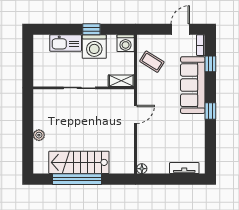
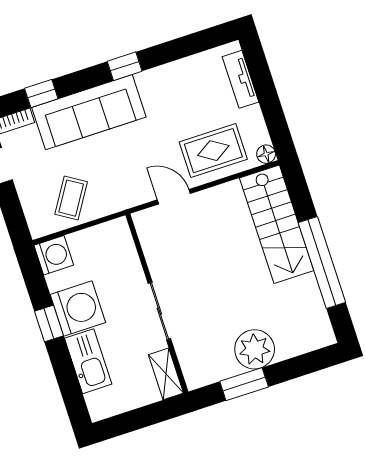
shelving: (121, 81) -> (166, 374), moved
window: (28, 119) -> (244, 384), added
plant: (39, 135) -> (255, 349), width x1.88, depth x1.88
rug: (152, 142) -> (213, 151), added
stairs: (79, 162) -> (277, 224), moved

